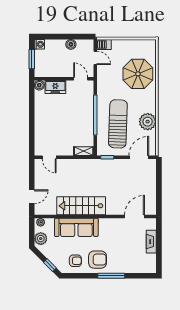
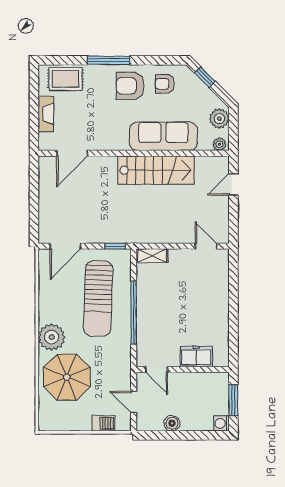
barbecue: (104, 44) -> (103, 423), moved
boiler: (39, 85) -> (221, 359), removed
plant: (148, 122) -> (52, 337), moved
rug: (139, 264) -> (66, 79), added

